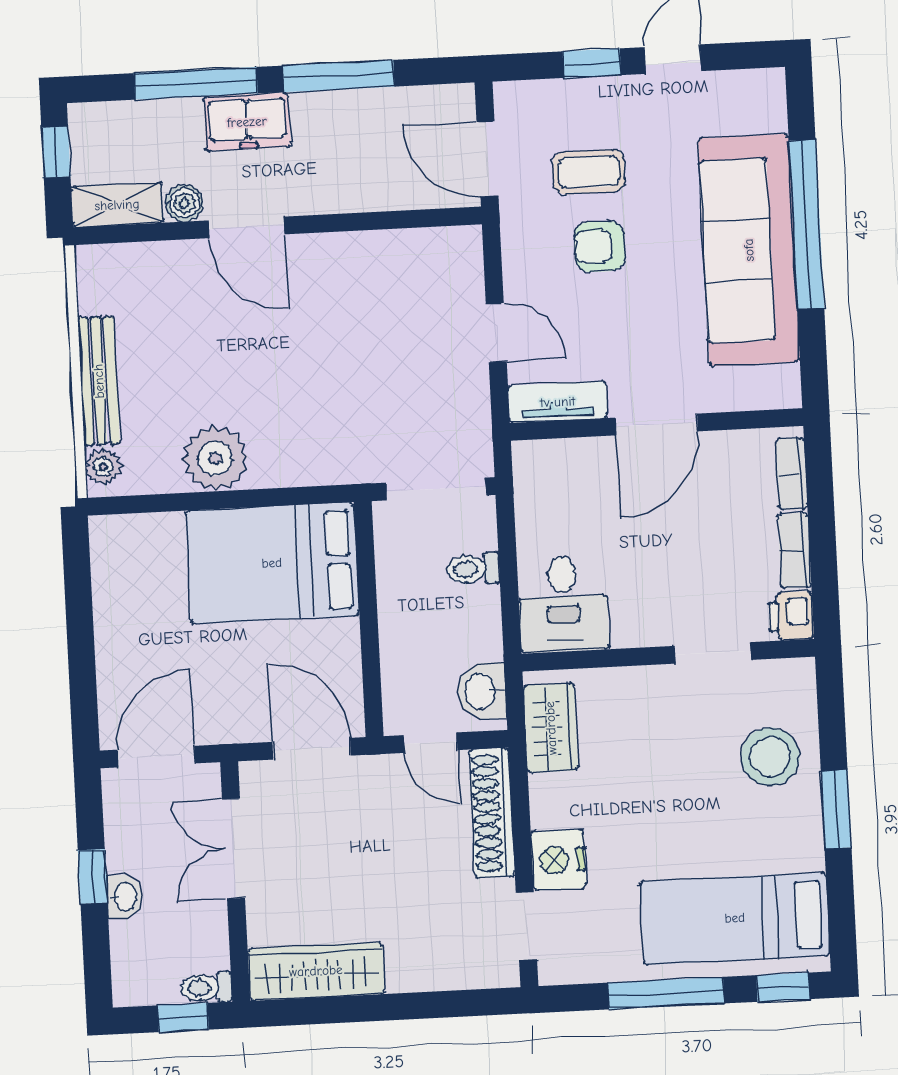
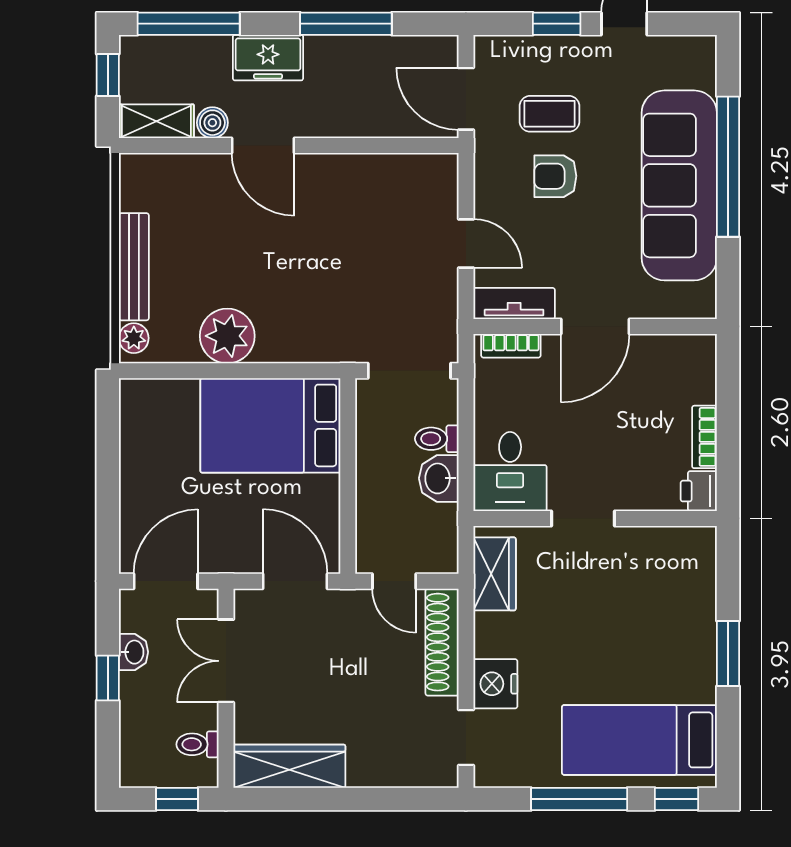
window: (196, 83) -> (189, 24), moved
bookcase: (791, 474) -> (511, 346), moved, turned -90
doorway: (713, 653) -> (583, 518), moved
washbasin: (482, 691) -> (439, 478), moved
stool: (770, 757) -> (676, 607), removed
washbasin: (125, 897) -> (134, 652), moved
toilet: (206, 987) -> (197, 744), moved

